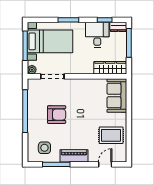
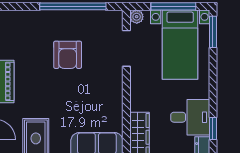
window: (68, 20) -> (213, 32), moved
side table: (44, 148) -> (17, 36), removed

